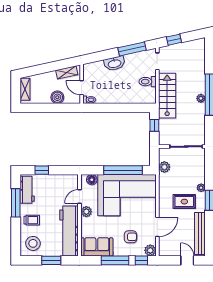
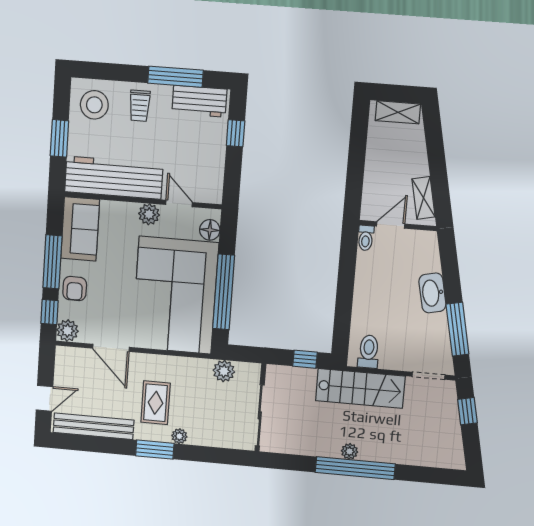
toilet: (148, 82) -> (369, 352), moved
boiler: (57, 97) -> (376, 176), removed
armchair: (131, 237) -> (75, 289), moved

